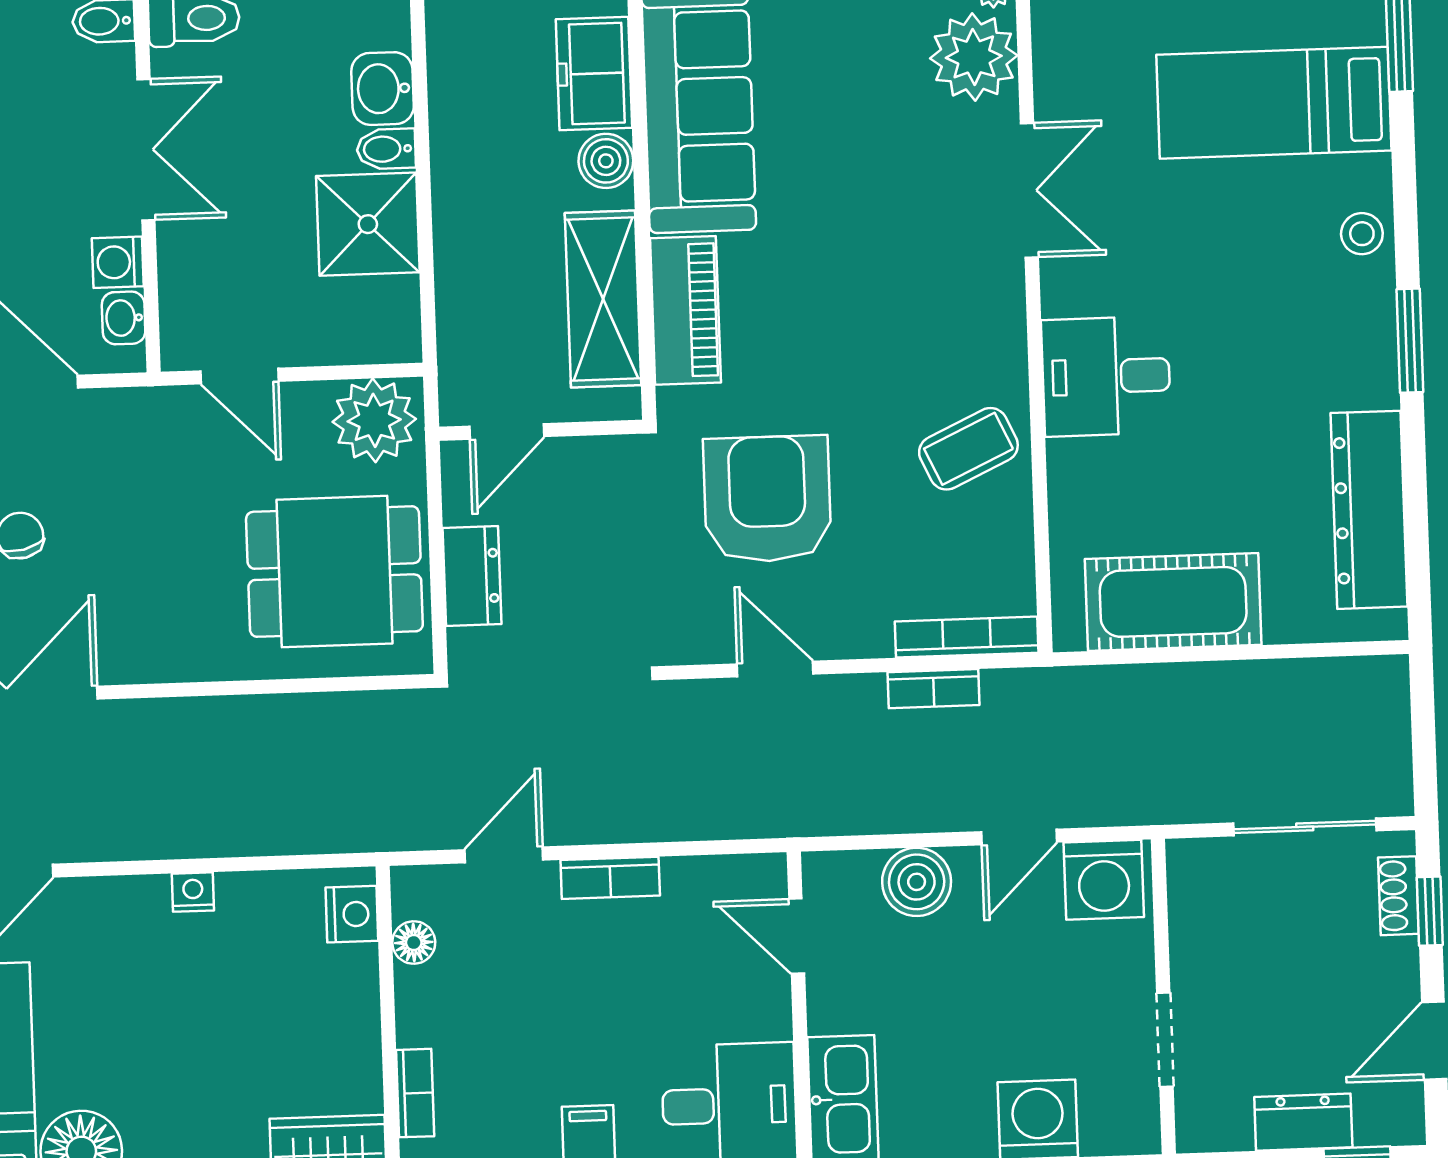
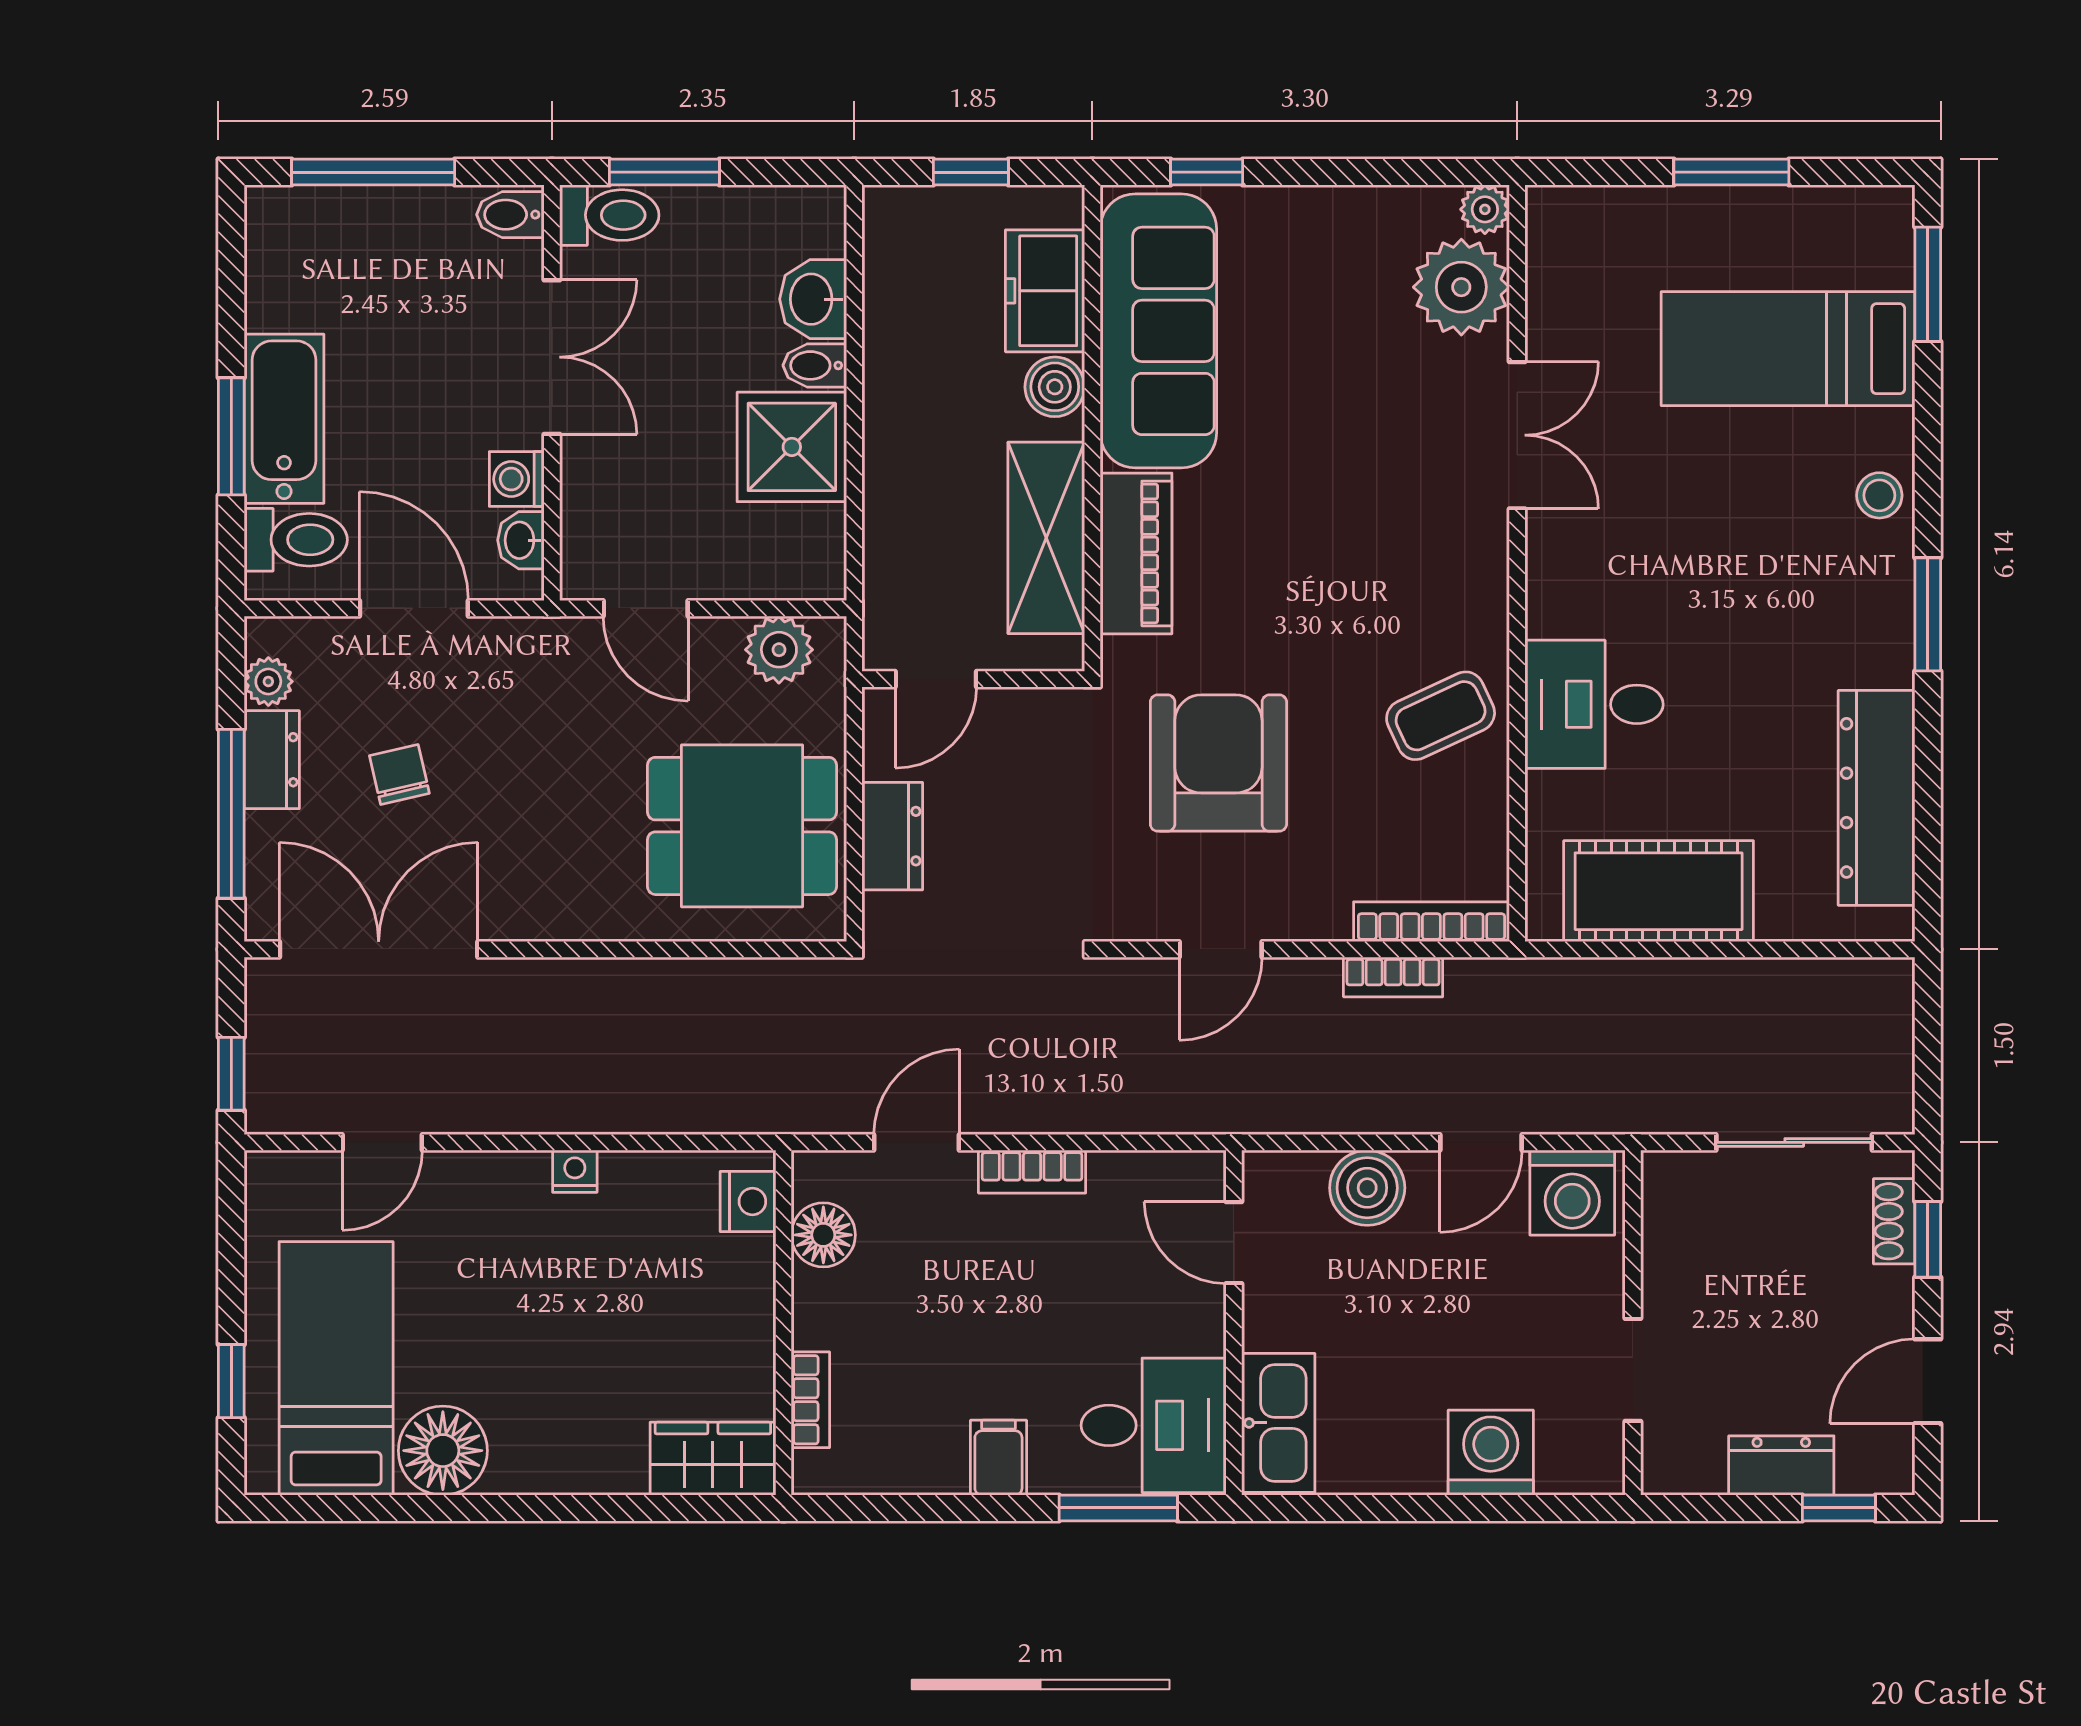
desk: (1106, 376) -> (1594, 704), moved
plant: (374, 420) -> (779, 650), width x0.73, depth x0.73
door: (775, 669) -> (1221, 949), swing flipped
floor lamp: (414, 942) -> (823, 1235), width x1.37, depth x1.37

